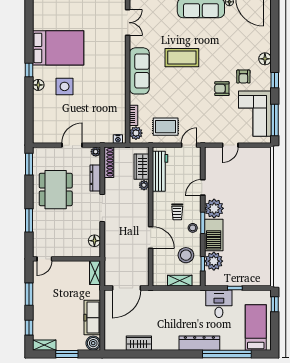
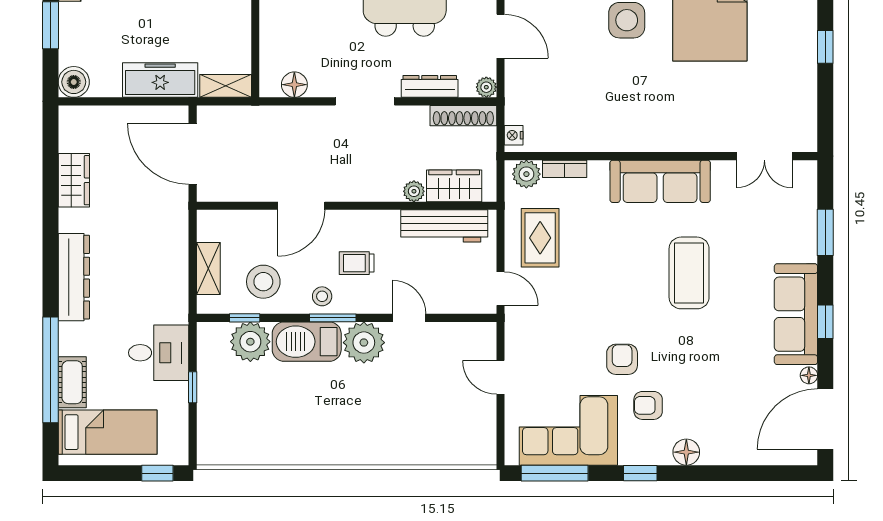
freezer: (92, 318) -> (160, 80), moved
dresser: (199, 343) -> (74, 277), moved
cot: (233, 344) -> (72, 382), added

